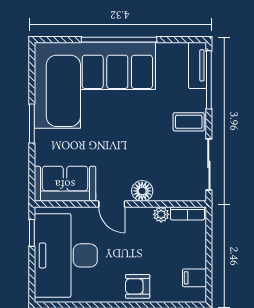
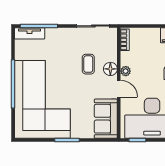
coffee table: (189, 122) -> (88, 64), moved
door: (112, 204) -> (119, 89), hinge flipped
plant: (161, 214) -> (126, 71), moved

